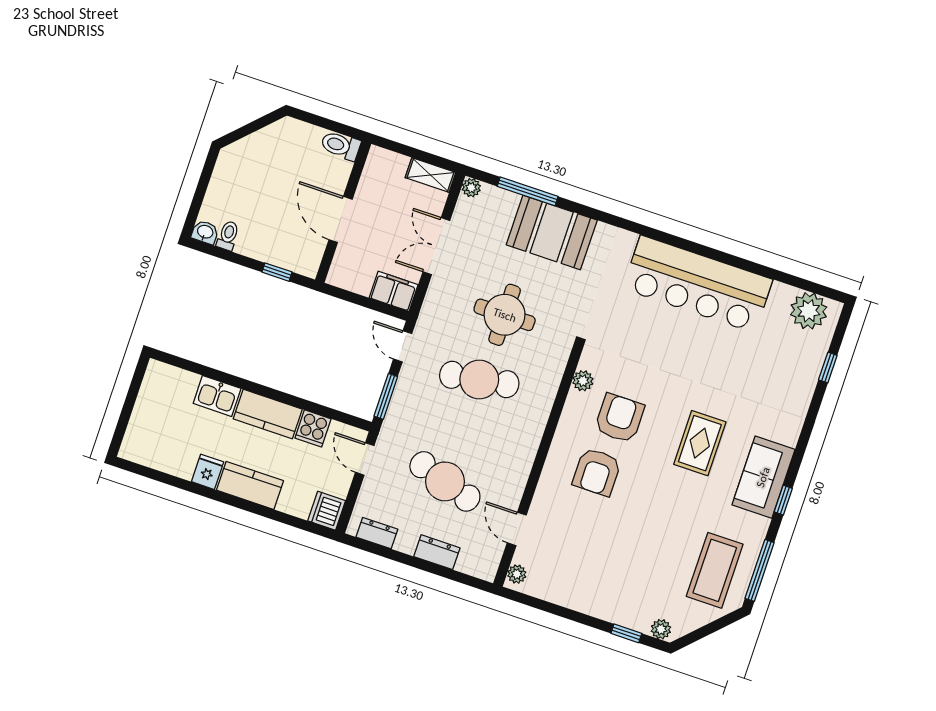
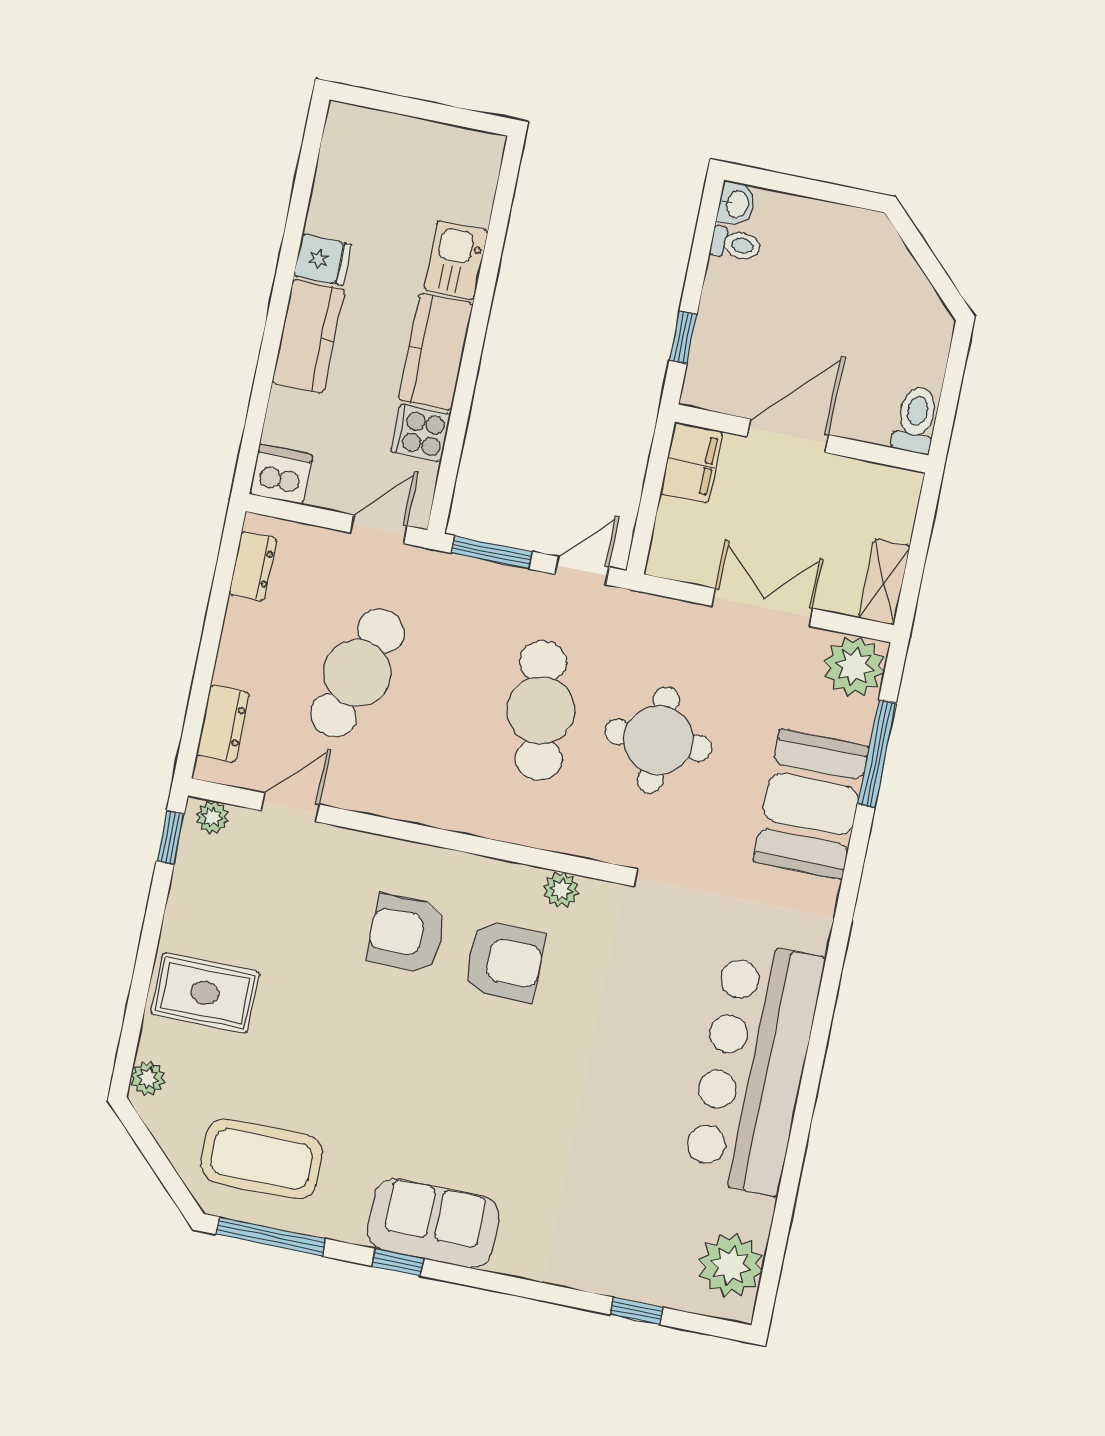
plant: (471, 188) -> (854, 666), width x1.88, depth x1.88
filing cabinet: (394, 291) -> (692, 463), moved
rug: (700, 443) -> (205, 993), moved
dresser: (437, 552) -> (223, 724), moved
window: (626, 633) -> (170, 837), moved

